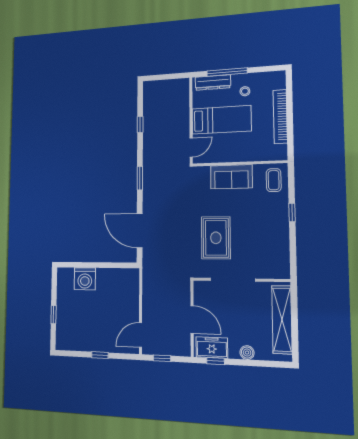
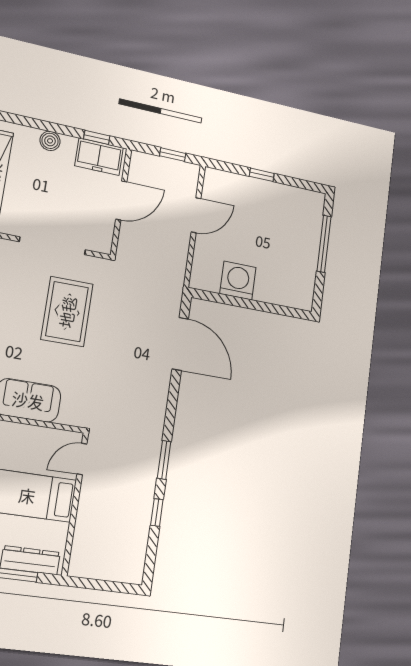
window: (140, 178) -> (164, 460), moved
washing machine: (85, 279) -> (238, 281), moved
window: (54, 315) -> (324, 244), width x2.17
door: (192, 319) -> (121, 200), swing flipped
door: (141, 335) -> (196, 215), moved

